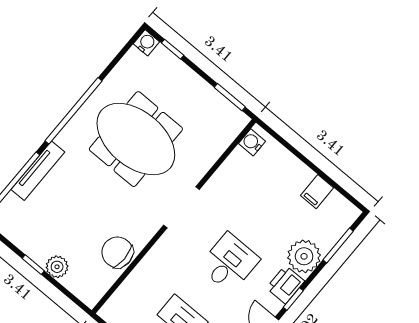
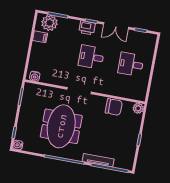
chair: (117, 252) -> (114, 107), turned -90
plant: (304, 256) -> (49, 23), moved
plant: (57, 267) -> (138, 108), moved

